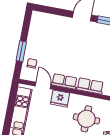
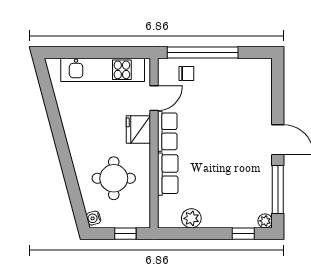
window: (21, 51) -> (203, 53), width x2.11

